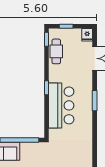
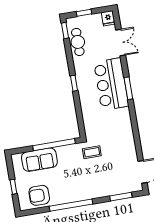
bar counter: (61, 105) -> (111, 84), moved, turned 180
coffee table: (52, 153) -> (92, 152), added

